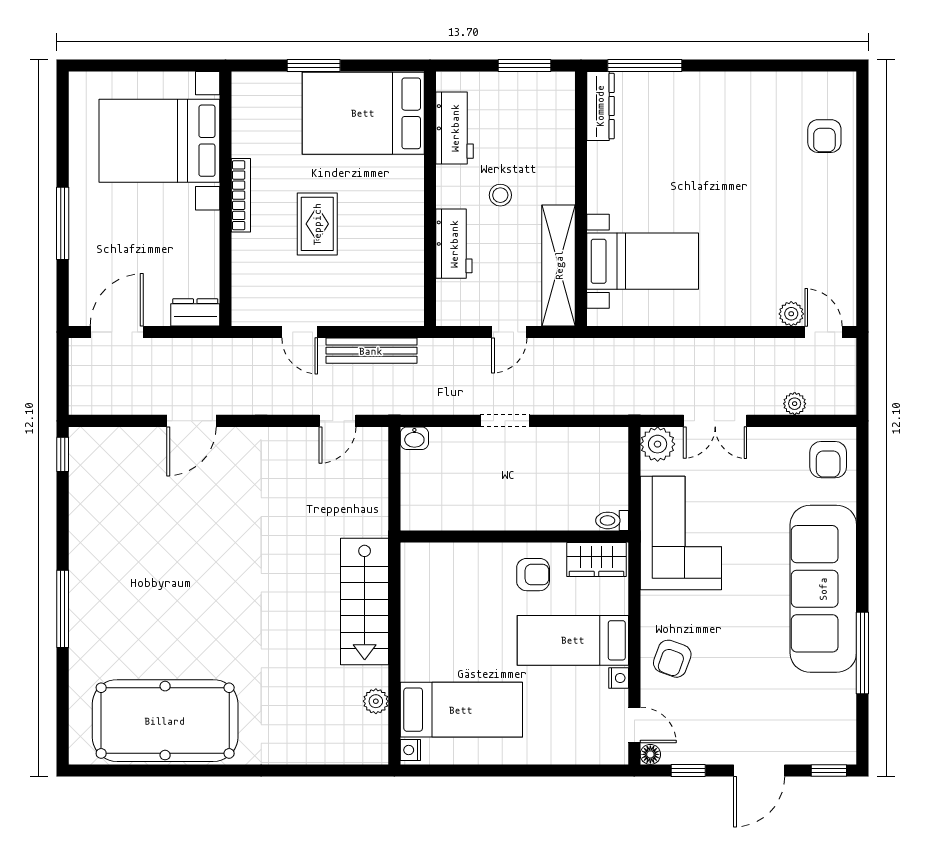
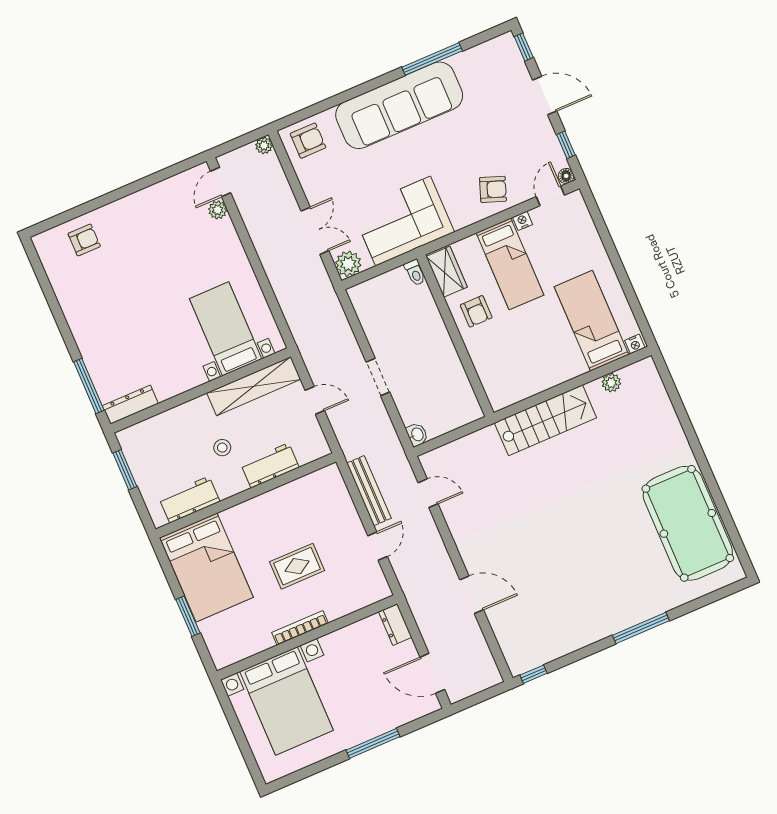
plant: (795, 404) -> (264, 146), moved
armchair: (533, 575) -> (476, 311), turned 180

